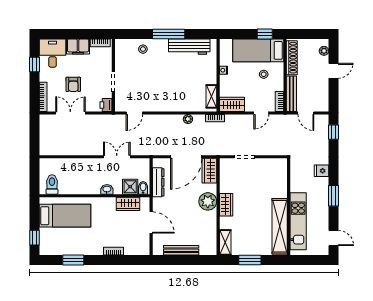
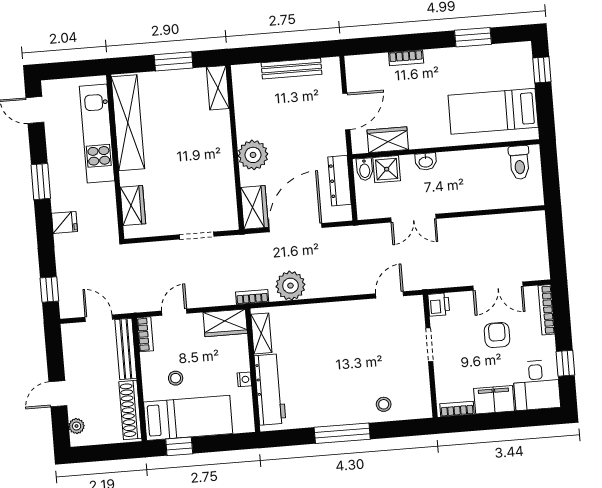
workbench: (189, 47) -> (270, 390), moved, turned 90
plant: (188, 119) -> (290, 286), width x1.88, depth x1.88
wardrobe: (226, 205) -> (133, 205), moved, turned 180
door: (151, 222) -> (346, 111), swing flipped

